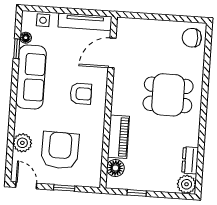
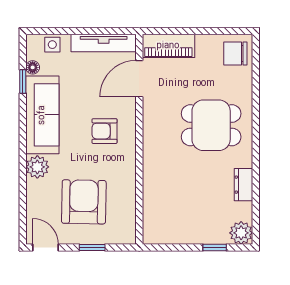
armchair: (81, 94) -> (105, 131), turned 180
piano: (118, 137) -> (168, 46), moved, turned 90
plant: (22, 143) -> (37, 167), moved
dresser: (190, 160) -> (243, 185), moved
floor lamp: (115, 168) -> (153, 219), removed
window: (137, 193) -> (215, 247), moved

